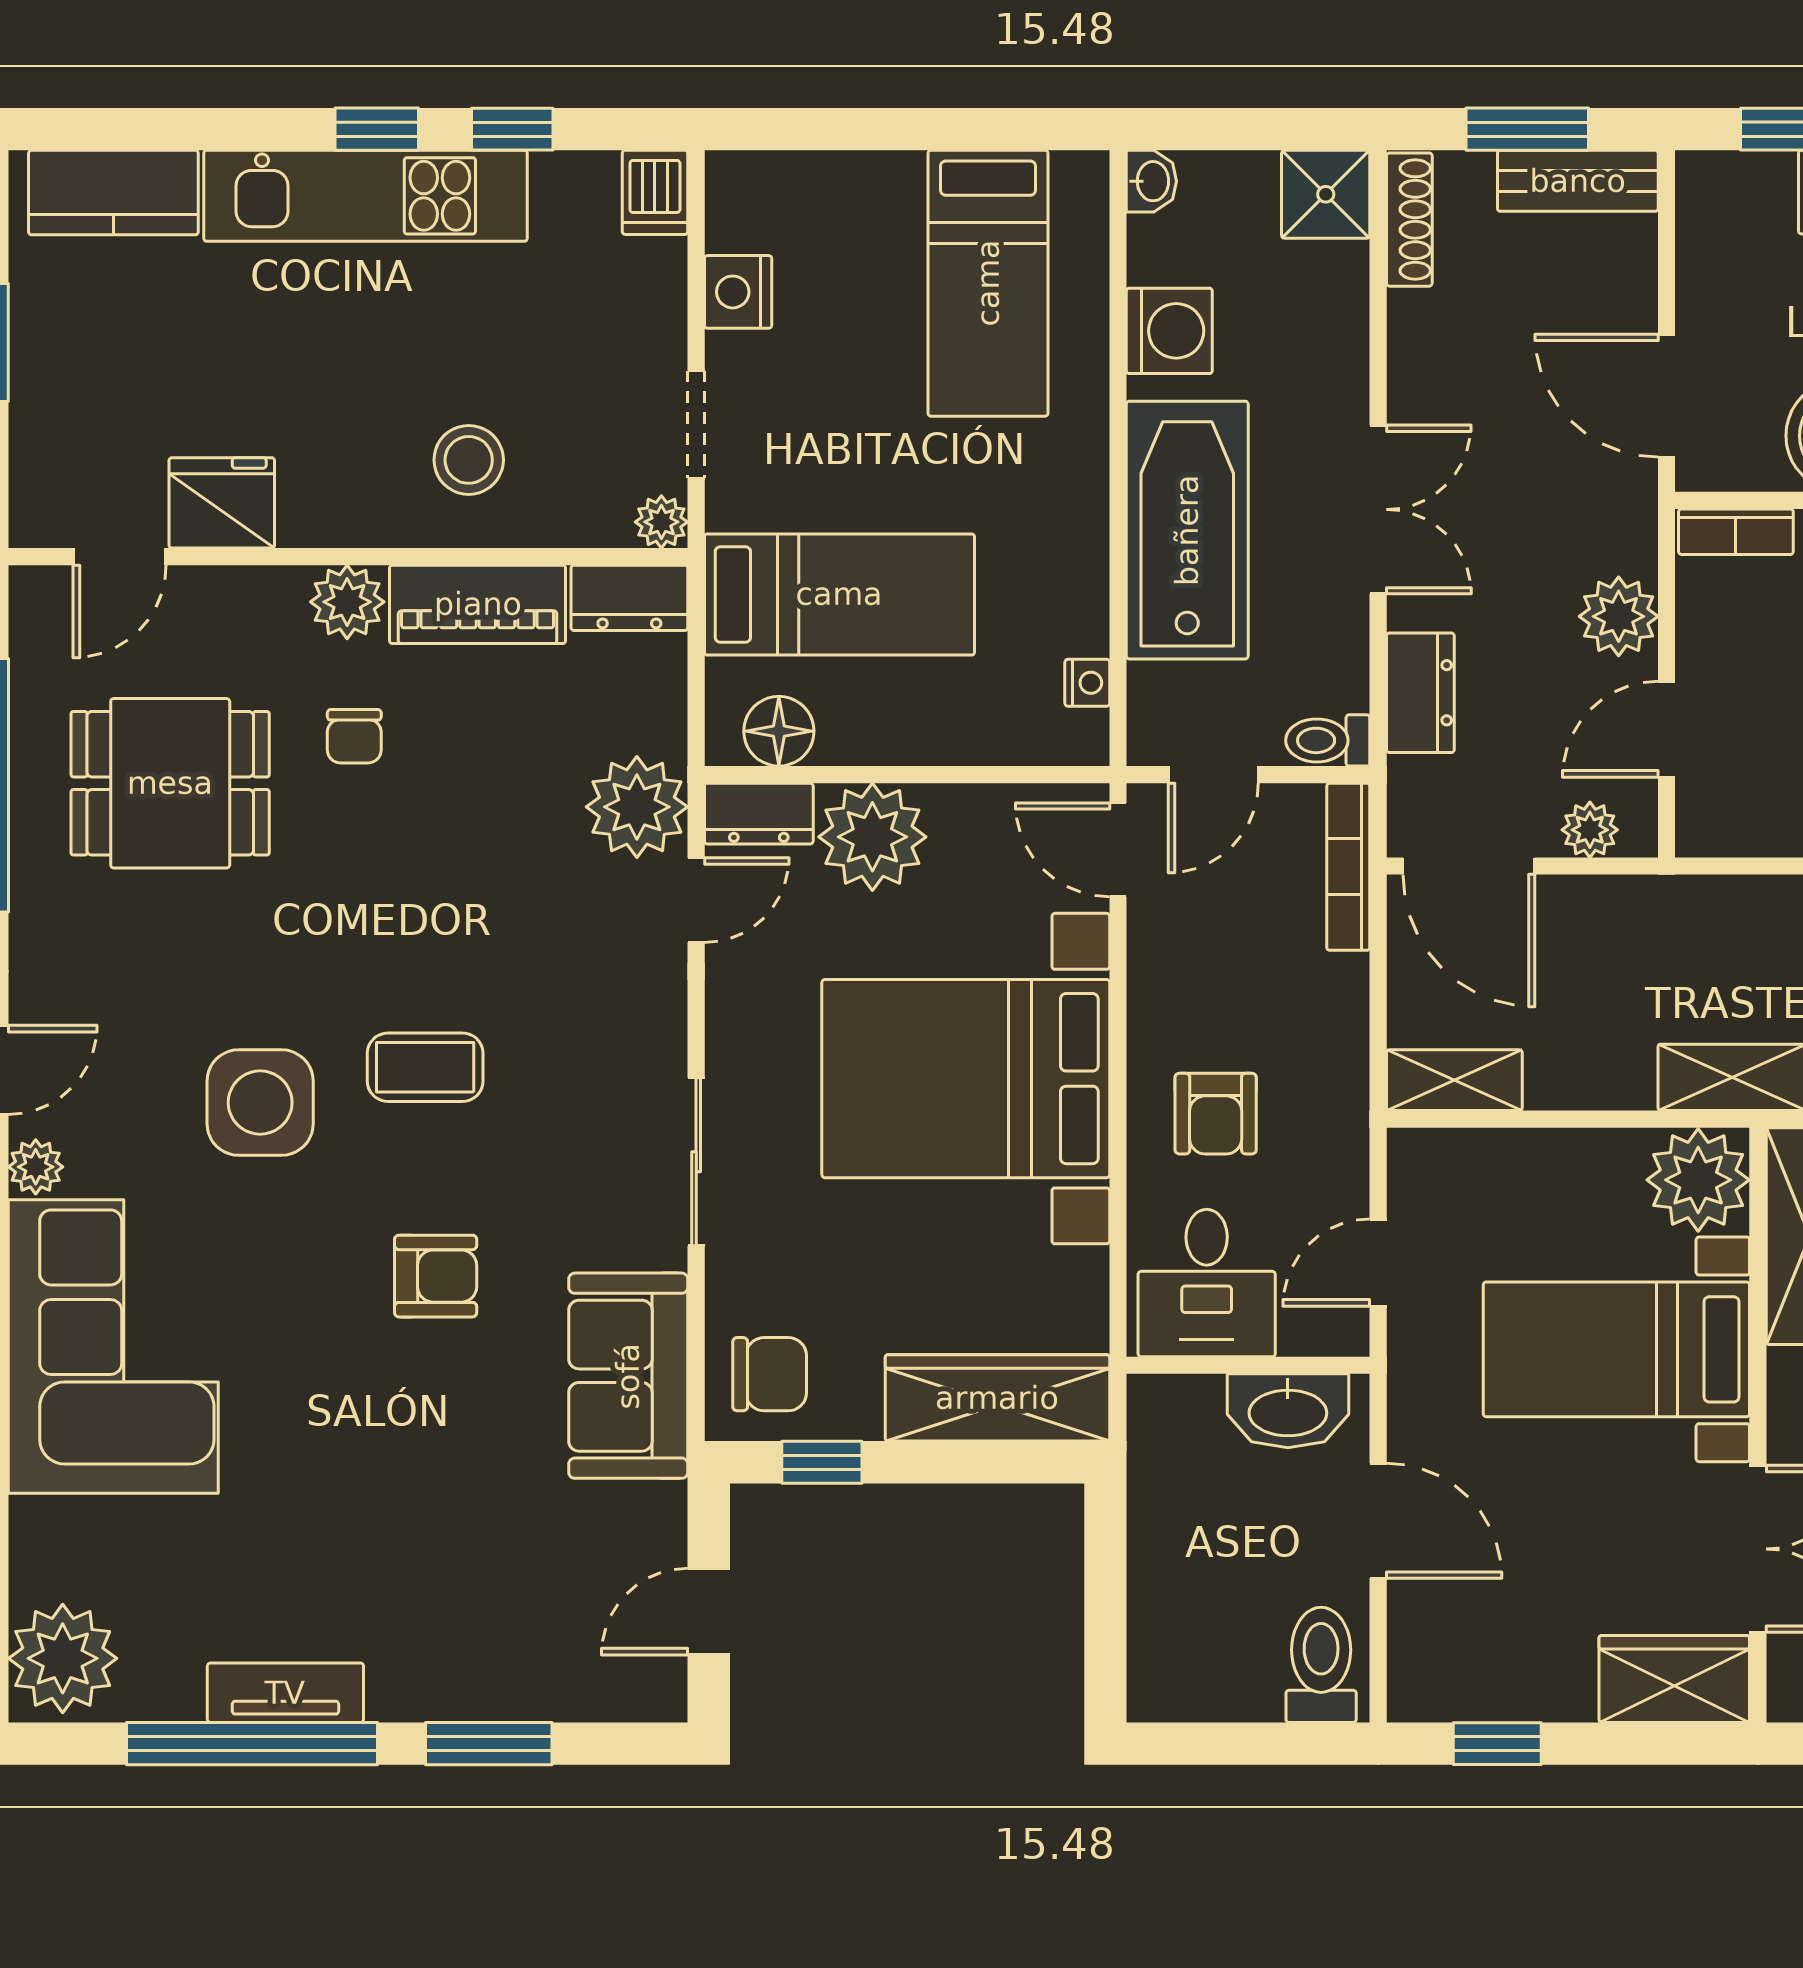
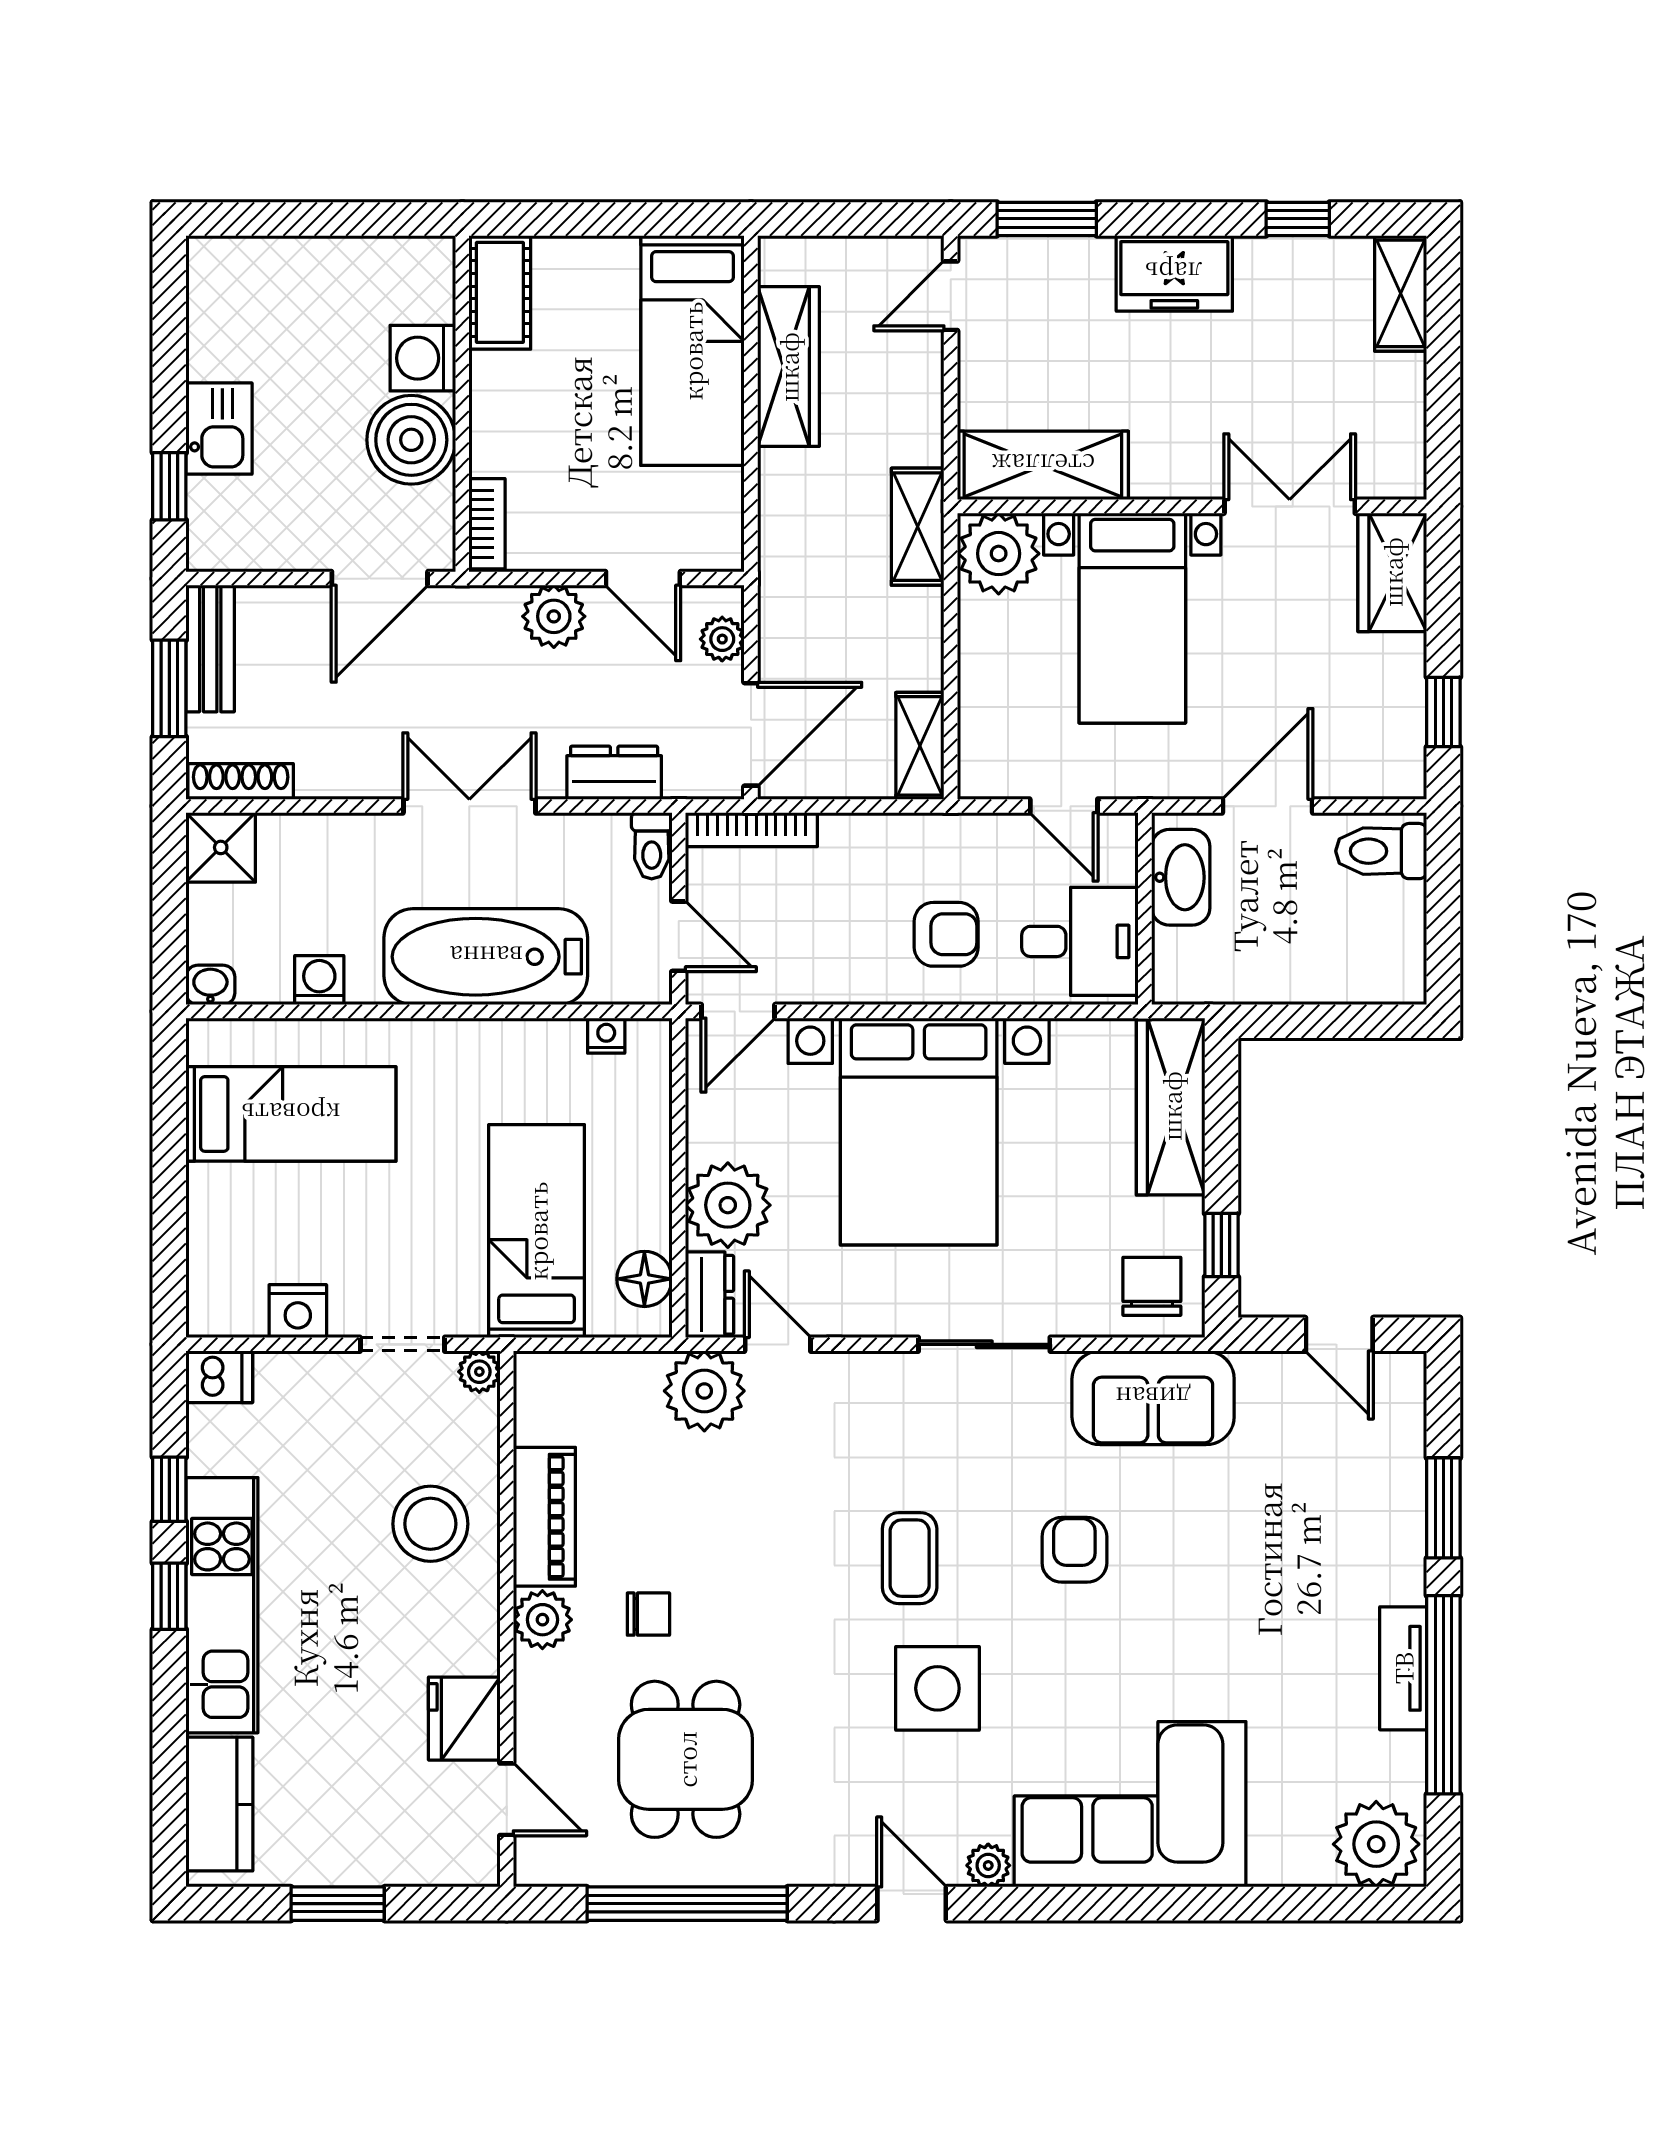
washing machine: (1169, 331) -> (319, 980), width x0.73, depth x0.73
stool: (469, 460) -> (430, 1524), width x1.38, depth x1.38
dresser: (629, 598) -> (539, 1397), removed

